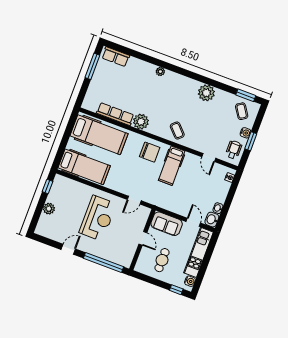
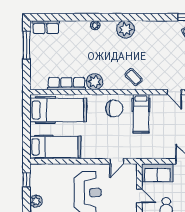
plant: (206, 93) -> (126, 29), moved

